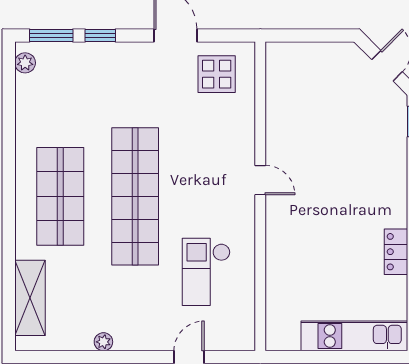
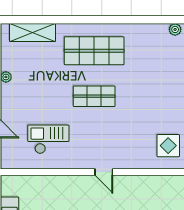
door: (260, 180) -> (104, 172), hinge flipped
shop shelf: (135, 196) -> (94, 96), width x0.50, depth x0.74

